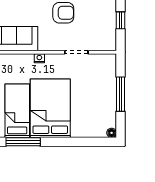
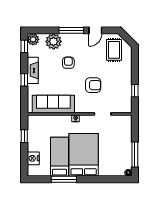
window: (120, 94) -> (135, 155), moved

